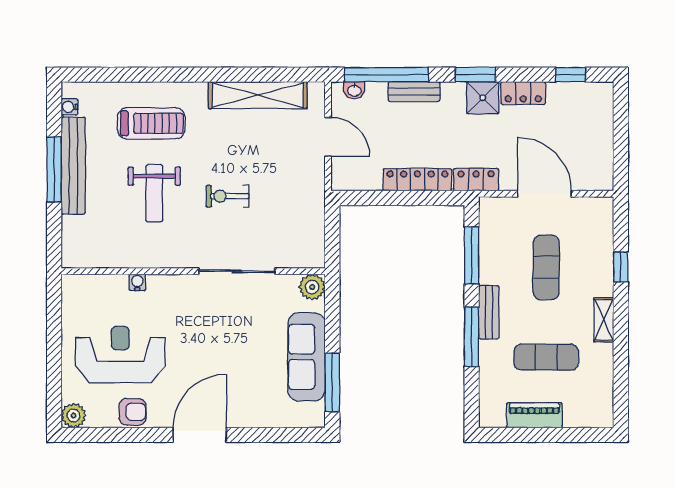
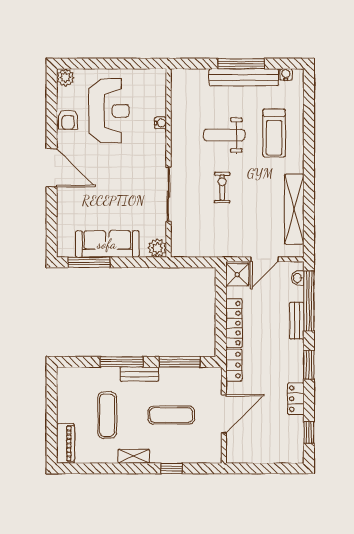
shower: (483, 98) -> (237, 275), moved
piano: (534, 415) -> (65, 443), moved

